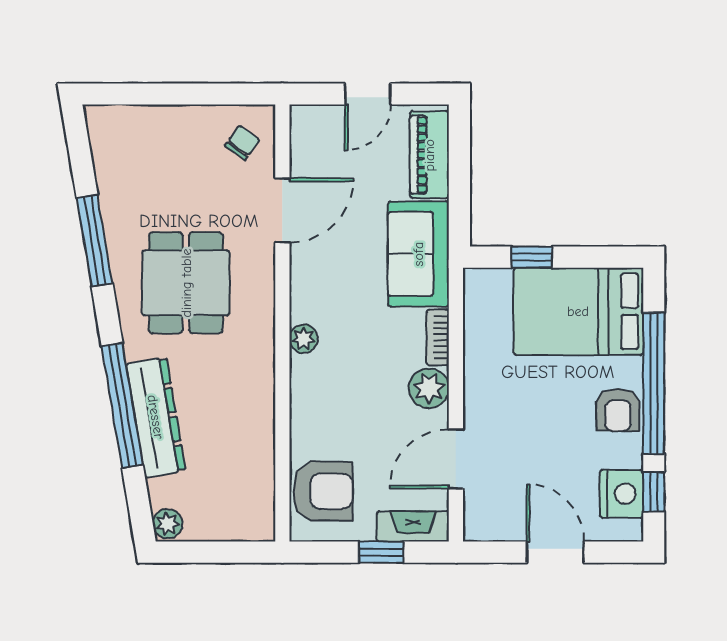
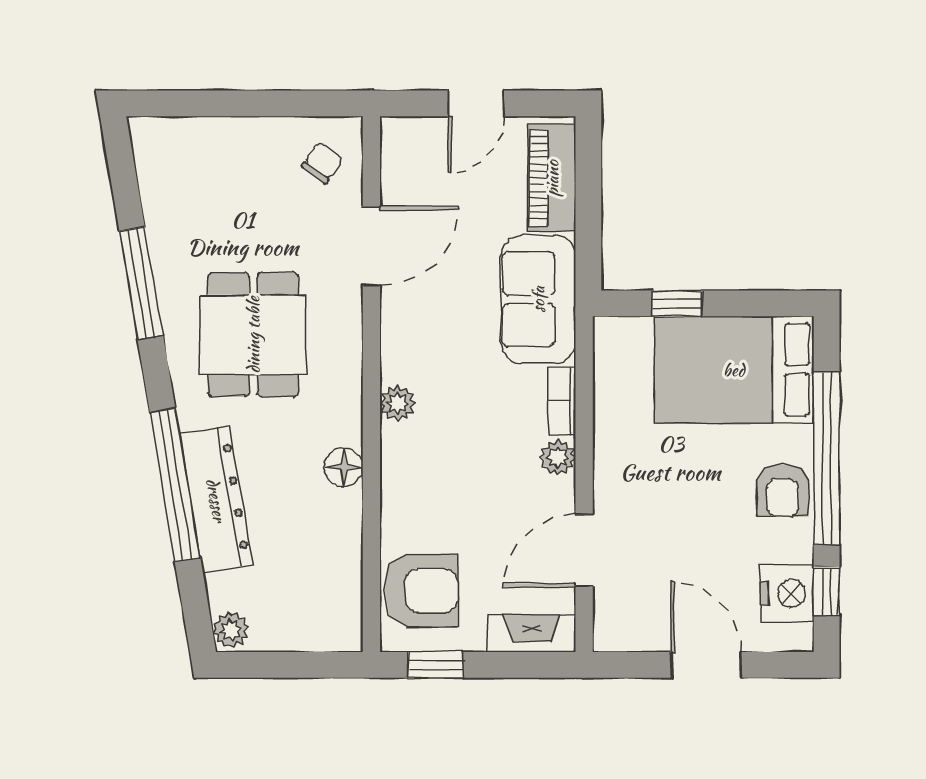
plant: (429, 388) -> (558, 457), width x0.73, depth x0.73
floor lamp: (260, 391) -> (344, 467), added
window: (381, 552) -> (436, 665), moved

